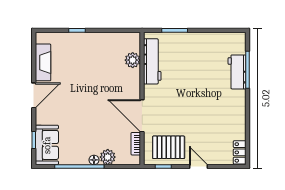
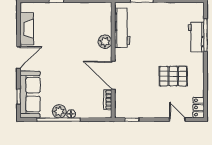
plant: (133, 60) -> (105, 42), moved
sofa: (47, 145) -> (30, 95), width x1.36
pallet: (169, 147) -> (173, 76), moved
plant: (108, 157) -> (59, 111), moved
door: (198, 166) -> (177, 120), moved

